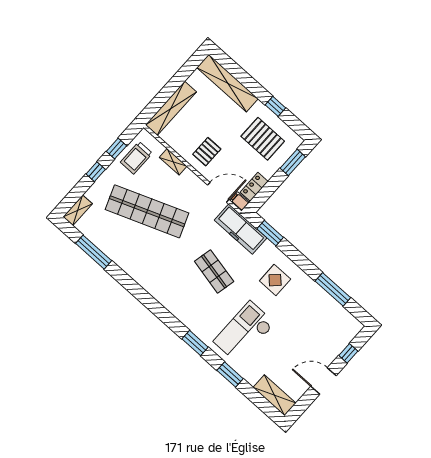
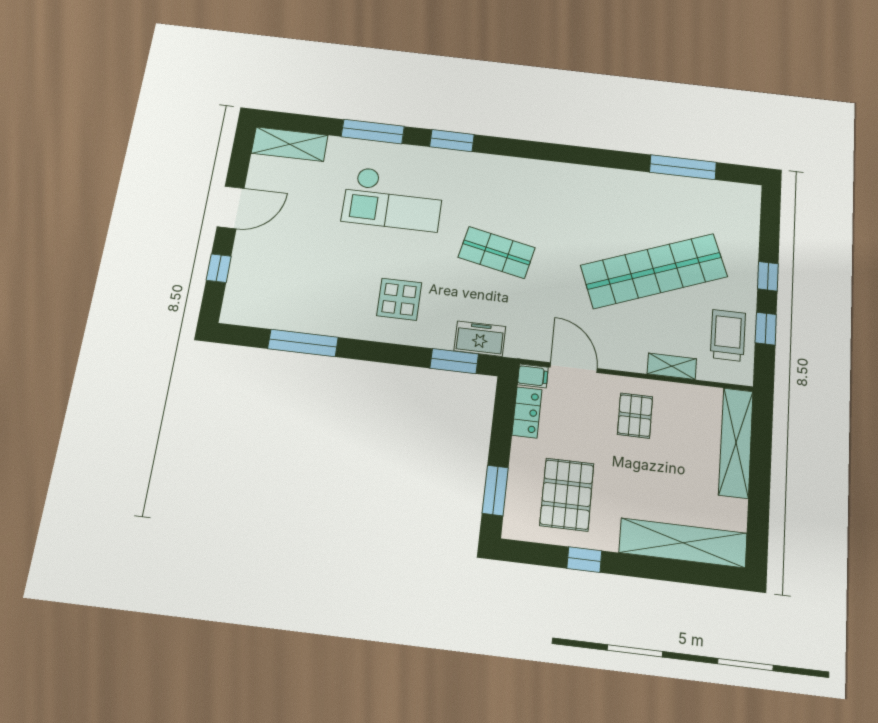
pallet: (263, 139) -> (567, 495), turned 90
door: (218, 192) -> (574, 368), swing flipped
shelving: (78, 210) -> (749, 207), removed
freezer: (241, 229) -> (480, 339), width x0.52, depth x0.79
checkout: (244, 332) -> (393, 199), turned 90
window: (230, 374) -> (373, 131), width x1.44

